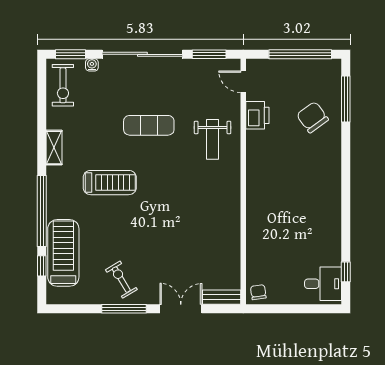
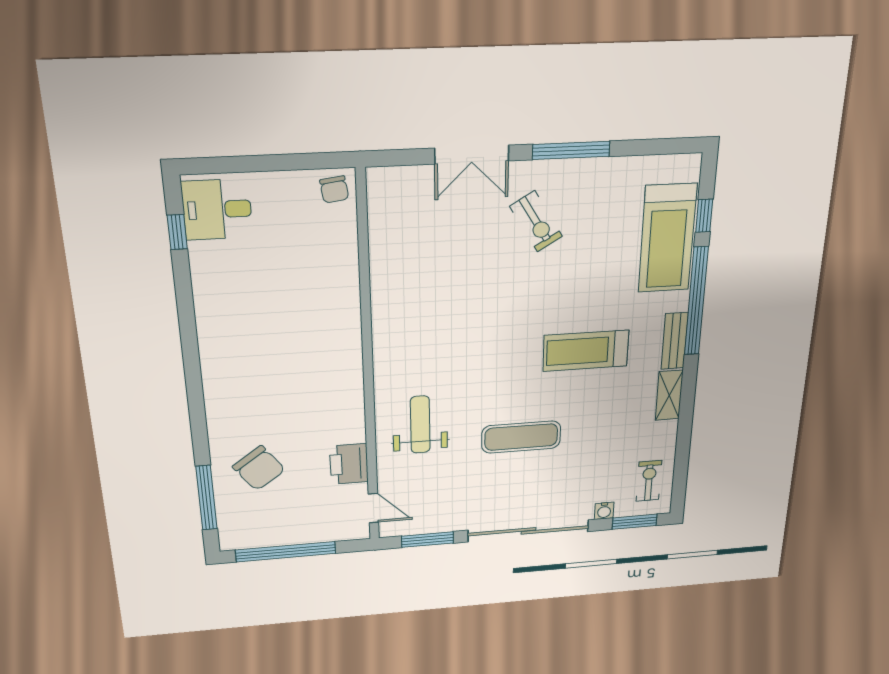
exercise bike: (63, 85) -> (649, 481), width x0.73, depth x0.72
exercise bike: (121, 280) -> (536, 221), moved
bench: (222, 297) -> (675, 341), moved, turned 90

